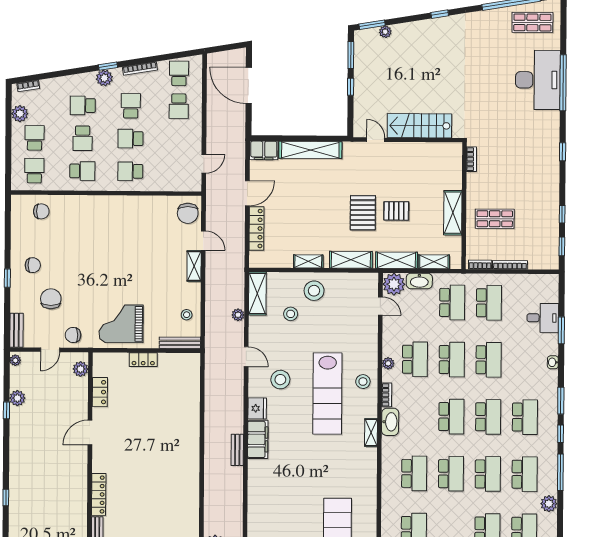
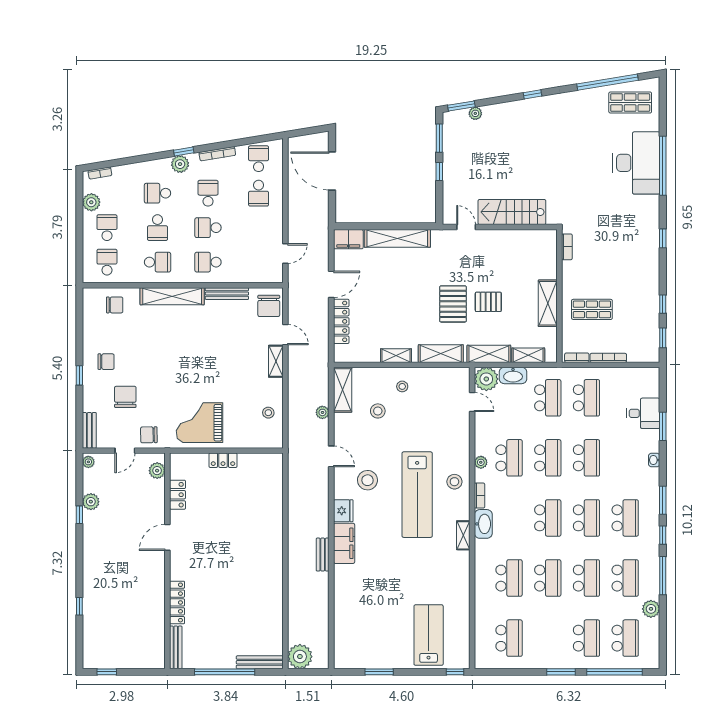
shelving: (96, 203) -> (172, 296), added
stool: (314, 291) -> (402, 386), width x0.53, depth x0.53
bench: (180, 343) -> (227, 294), moved

